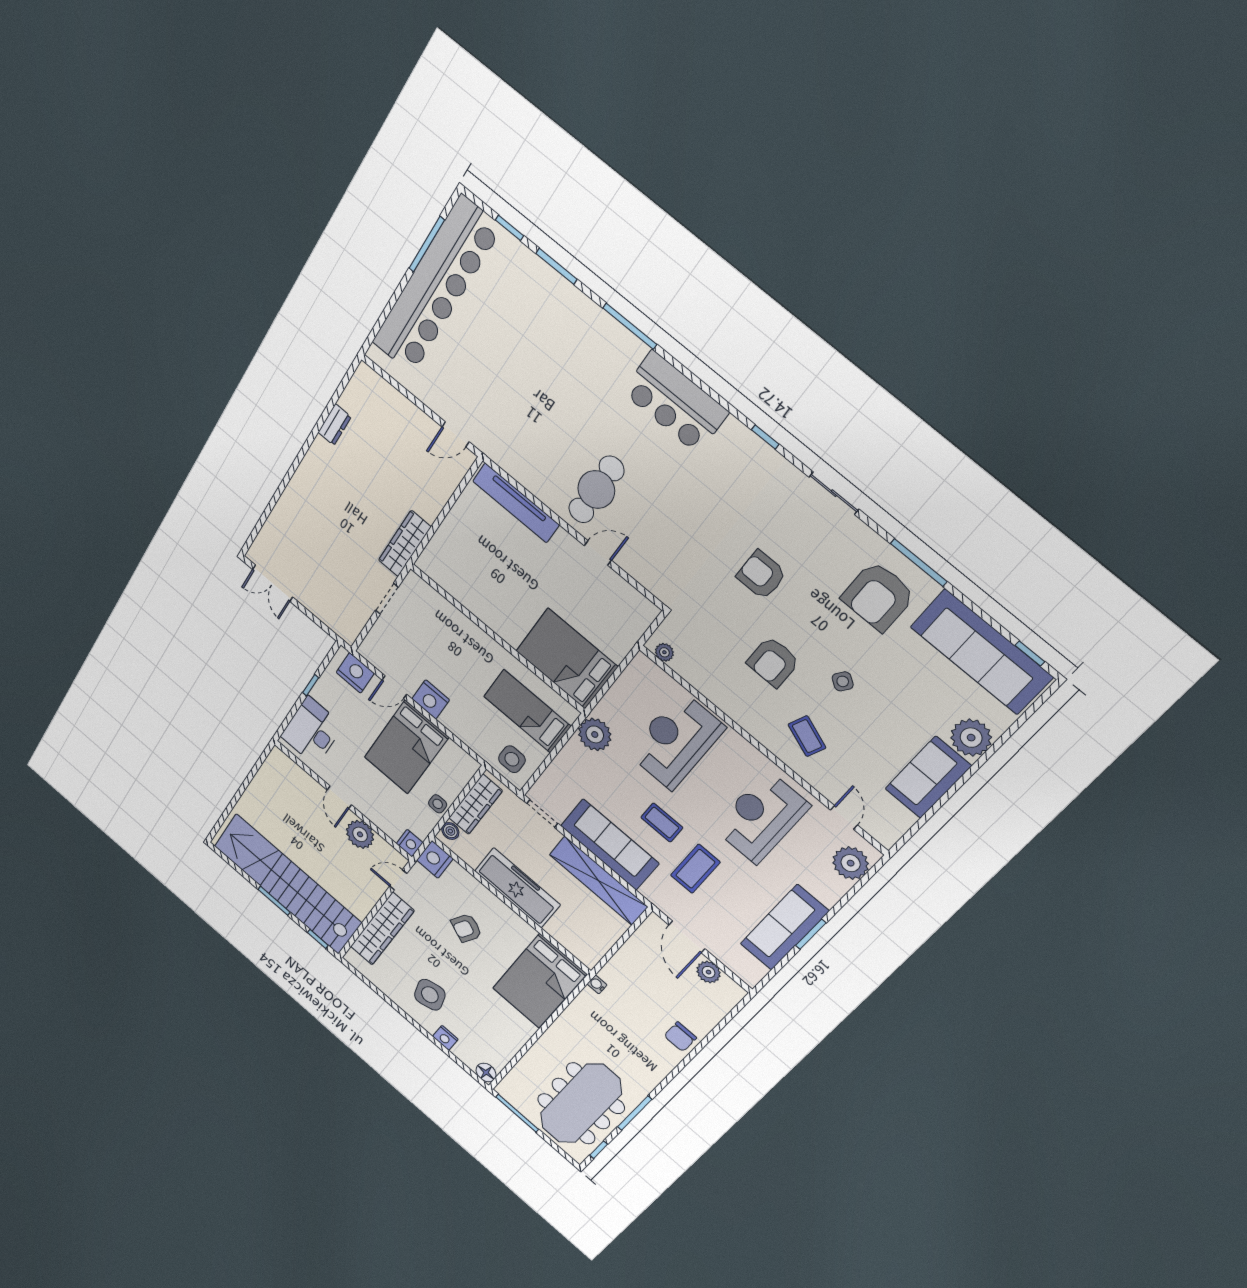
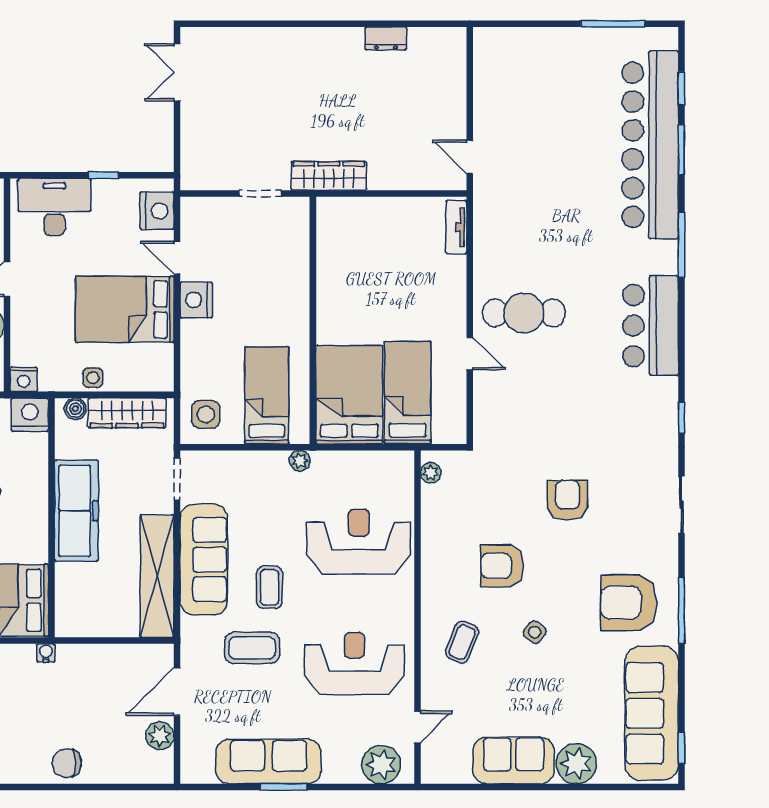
bar counter: (436, 286) -> (650, 145), moved, turned 90
tv unit: (516, 503) -> (456, 227), width x0.52, depth x0.78
bed: (594, 619) -> (408, 393), added
plant: (595, 734) -> (300, 461), width x0.53, depth x0.53

